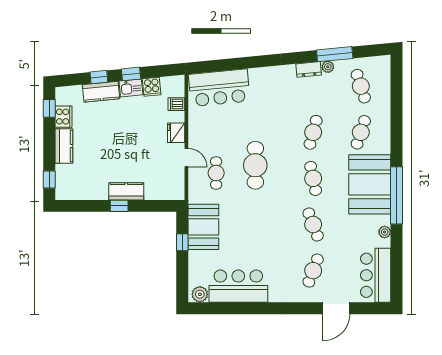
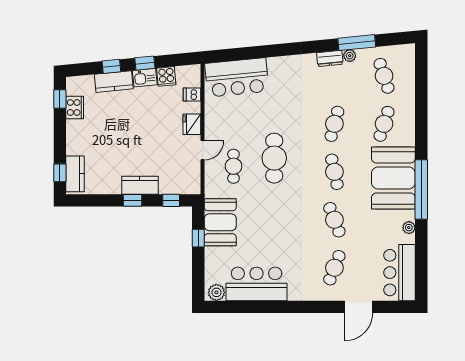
kitchen counter: (64, 146) -> (75, 174), moved
door: (186, 158) -> (203, 150), hinge flipped
window: (156, 206) -> (171, 200), added

